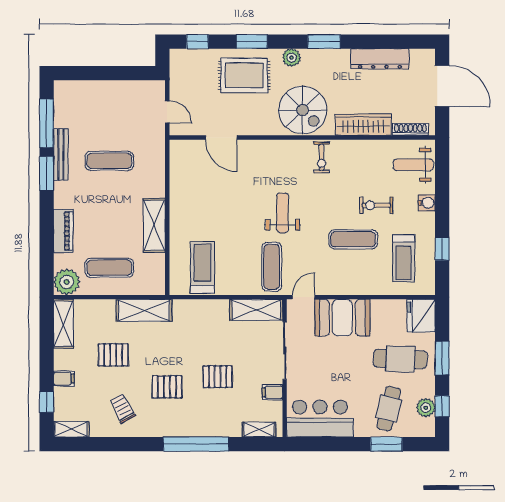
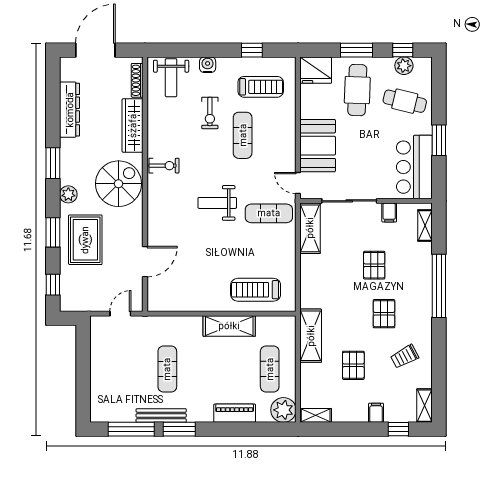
treadmill: (202, 268) -> (256, 290), moved
shelving: (63, 324) -> (316, 415), width x0.67, depth x0.75
window: (386, 444) -> (439, 140), moved

